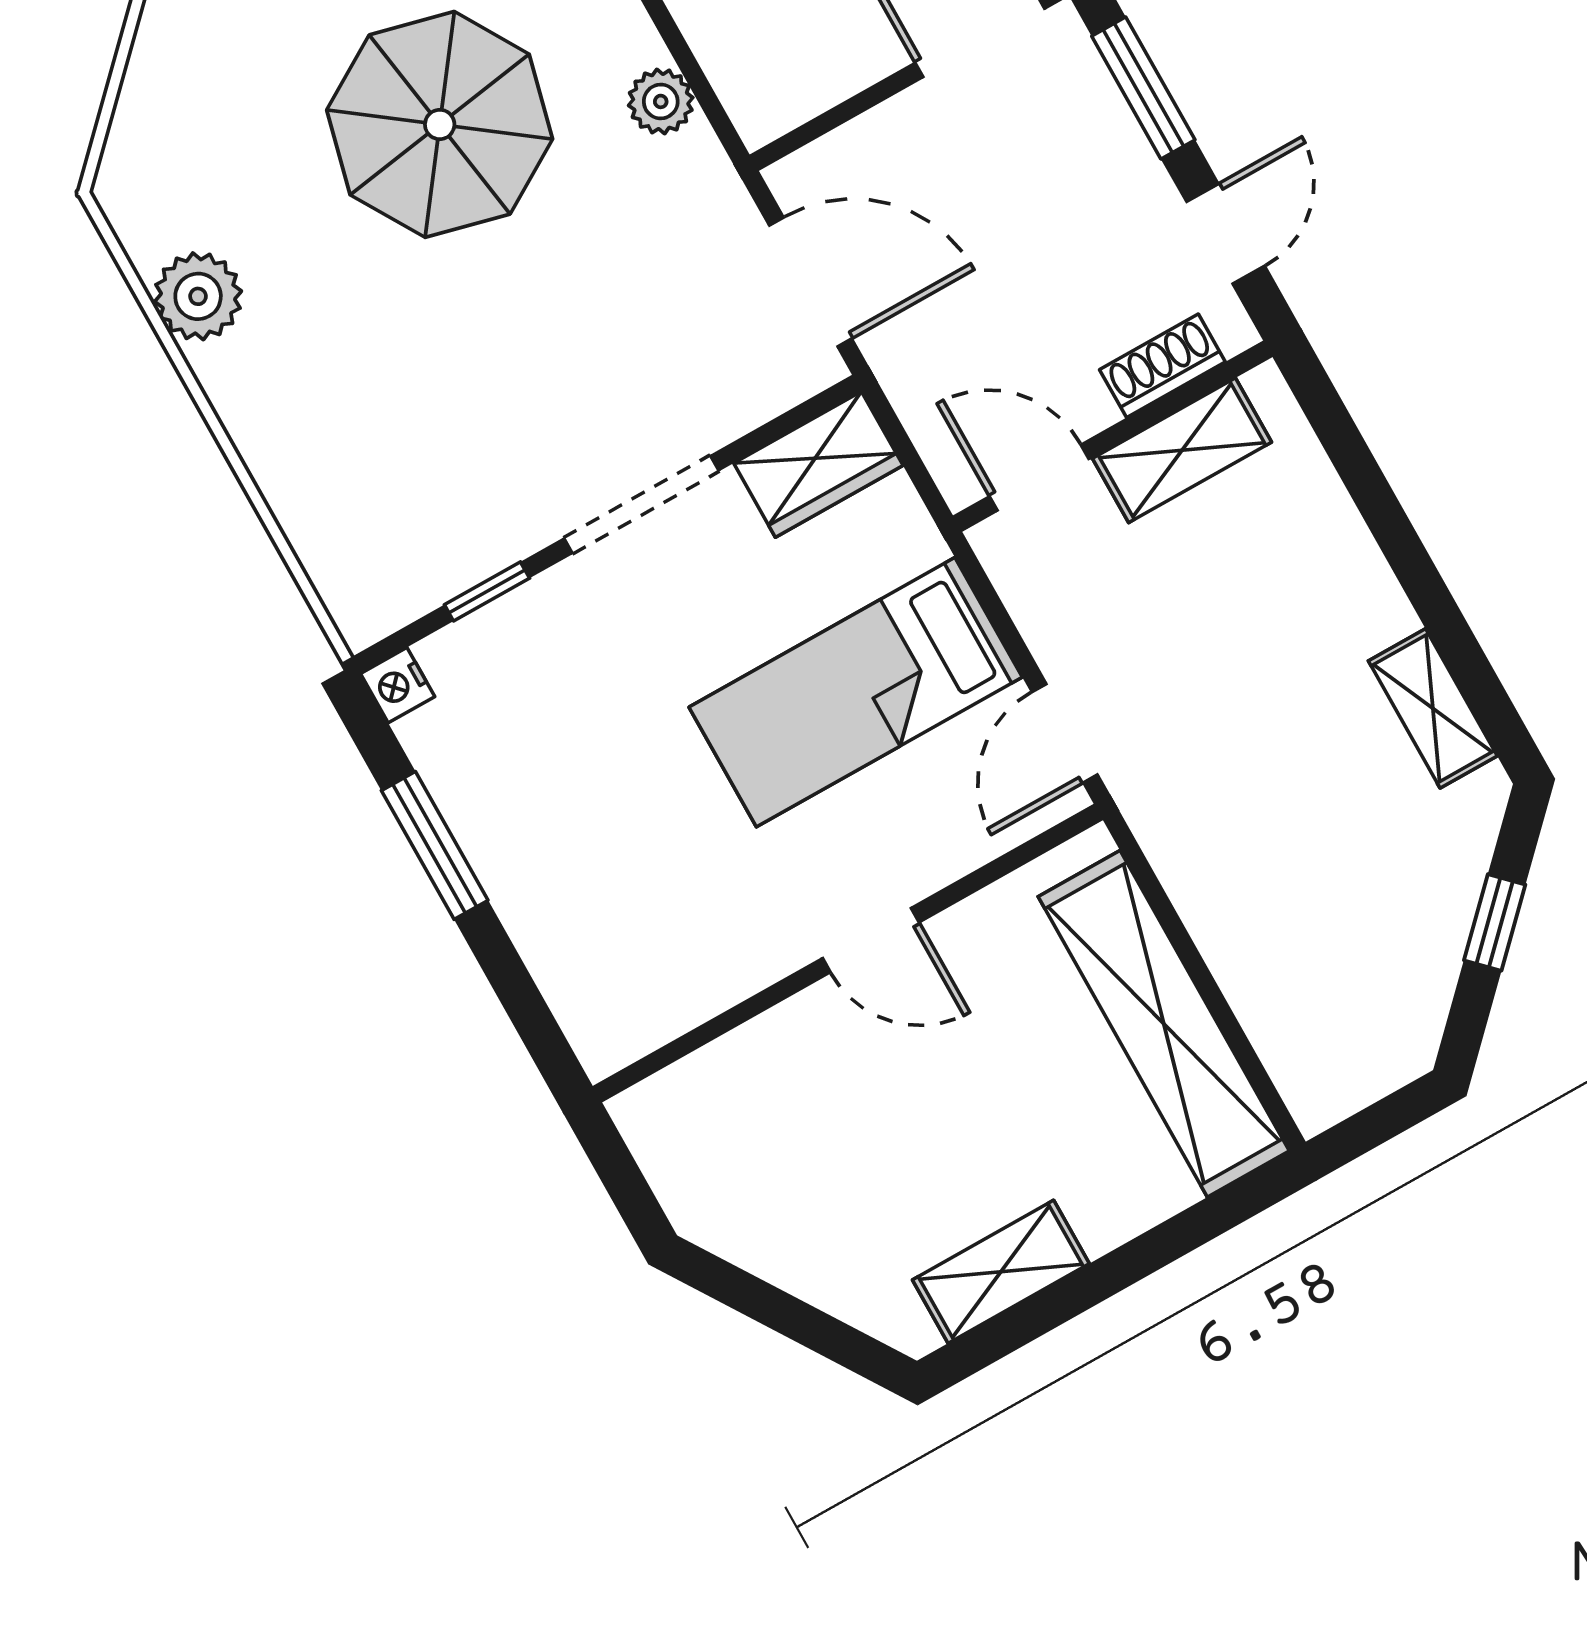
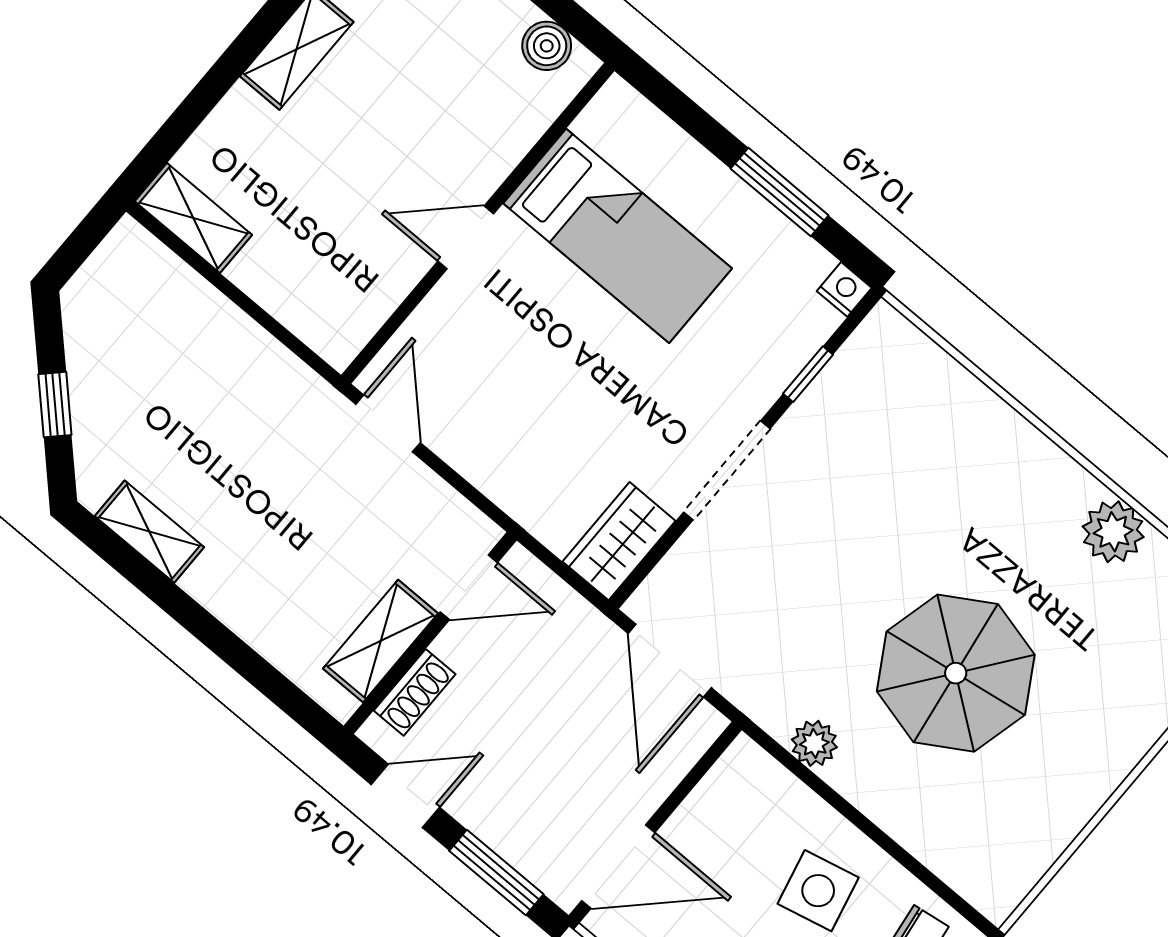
door: (1226, 234) -> (405, 796), swing flipped
door: (811, 282) -> (670, 661), hinge flipped
plant: (198, 296) -> (1113, 532), moved
bed: (856, 692) -> (618, 236), moved, turned 90
shelving: (1164, 1024) -> (193, 218), width x0.45, depth x0.75
boiler: (670, 1153) -> (547, 46), added

